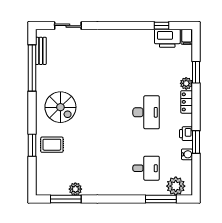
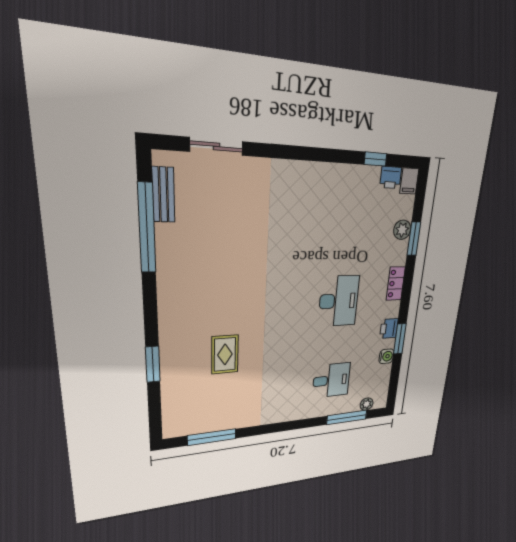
printer: (167, 38) -> (391, 177), width x0.53, depth x0.68
plant: (186, 83) -> (402, 230), moved
spiral stairs: (60, 107) -> (203, 299), removed
rug: (52, 145) -> (225, 354), moved, turned 90
plant: (176, 186) -> (367, 404), width x0.53, depth x0.53
plant: (75, 189) -> (227, 421), removed

